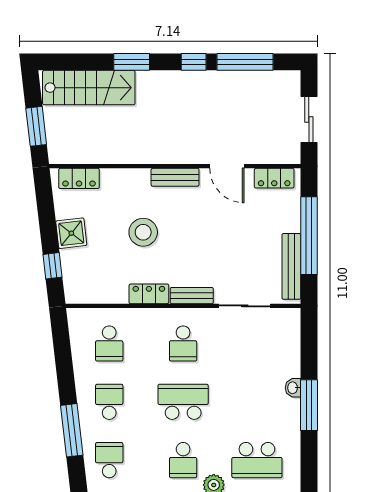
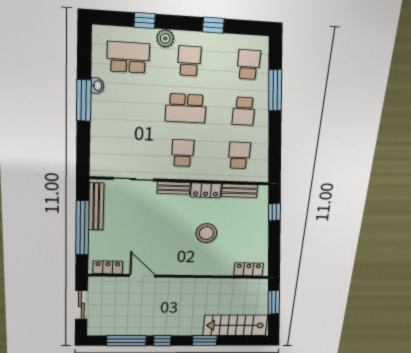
bench: (175, 177) -> (240, 191), moved
shower: (71, 233) -> (258, 234), removed
washbasin: (293, 388) -> (97, 86), moved
school desk: (109, 460) -> (249, 65), turned 180

